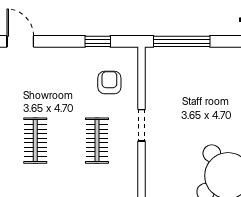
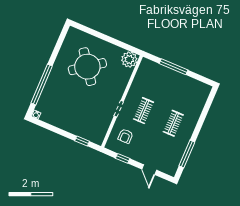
door: (20, 41) -> (149, 170), moved
window: (182, 41) -> (82, 141), width x0.46

